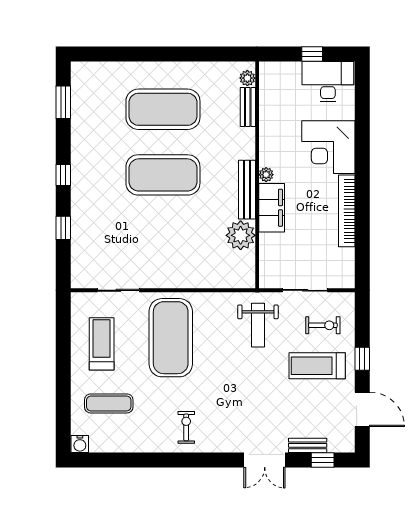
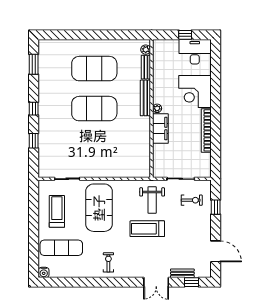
bench: (247, 190) -> (145, 98), moved
plant: (241, 235) -> (142, 145), removed
window: (362, 359) -> (216, 207), moved
treadmill: (317, 366) -> (147, 229), moved
exercise mat: (109, 403) -> (61, 248), width x1.36, depth x1.45

